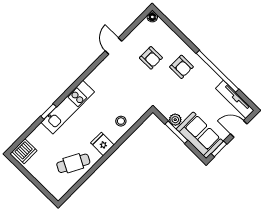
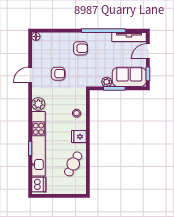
door: (113, 46) -> (30, 75), hinge flipped
armchair: (151, 58) -> (58, 74), moved
plant: (95, 79) -> (38, 104), added
kitchen unit: (68, 107) -> (38, 144), width x1.36

